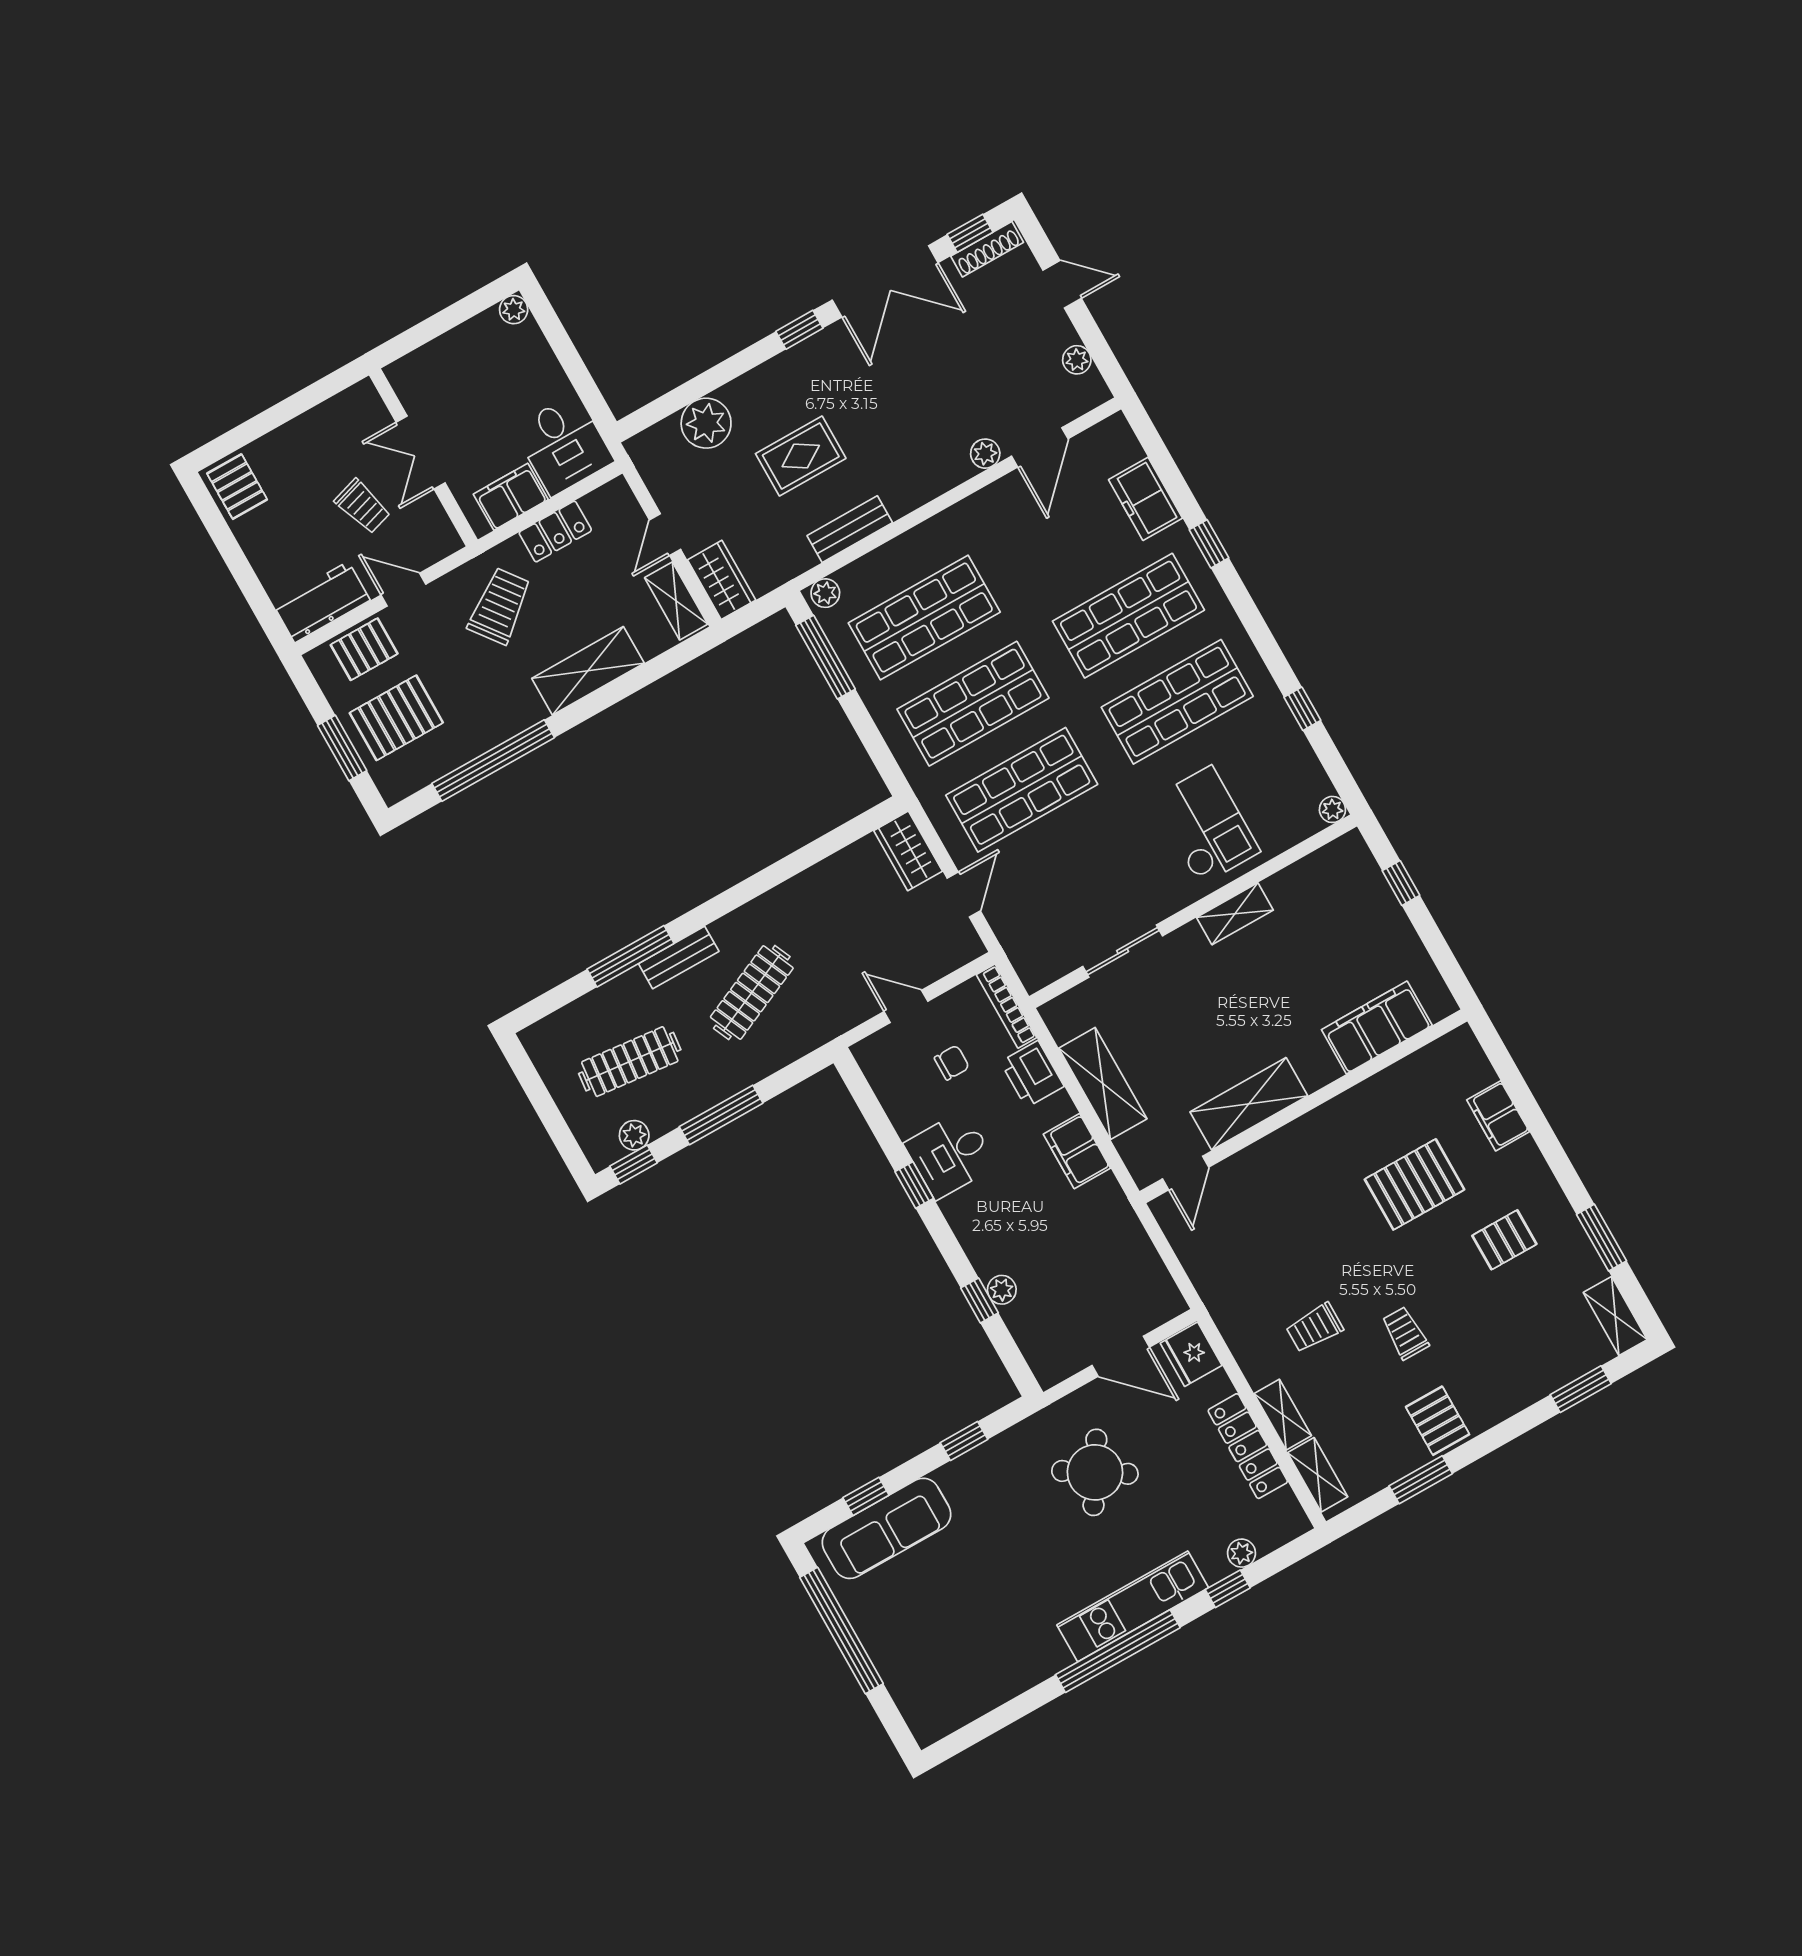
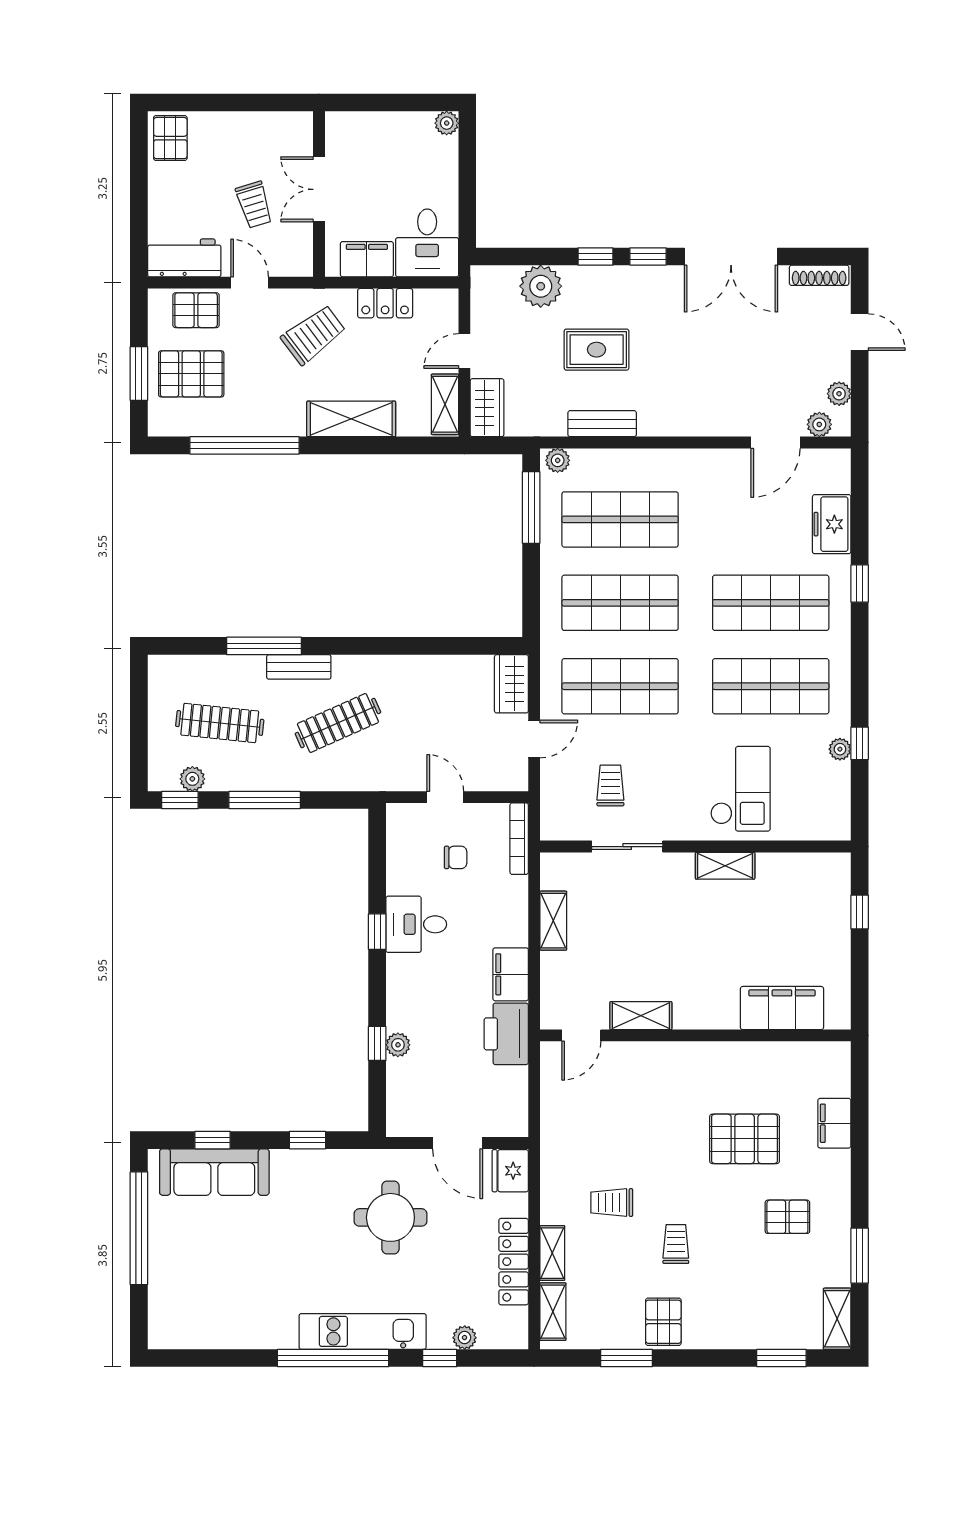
window: (970, 233) -> (595, 257), moved
plant: (985, 454) -> (819, 424), moved
plant: (1332, 809) -> (840, 749), moved
trolley: (1070, 898) -> (610, 785), added
printer: (1032, 1074) -> (506, 1034), moved, width x1.37, depth x1.19
shelving: (1103, 1083) -> (553, 921), width x0.67, depth x0.75
shelving: (1249, 1104) -> (641, 1016), width x0.67, depth x0.75
round table: (1095, 1472) -> (390, 1217), turned -32

